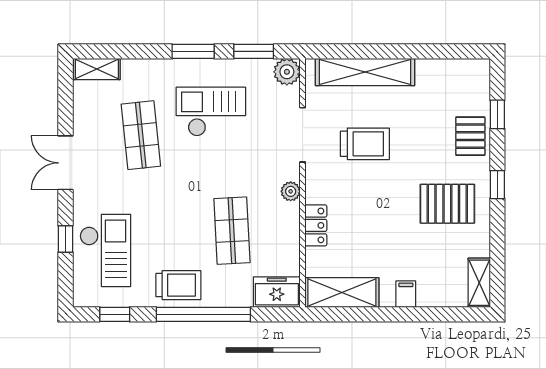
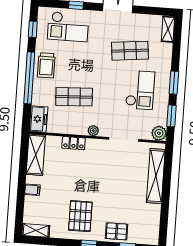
trolley: (365, 144) -> (116, 173), removed

